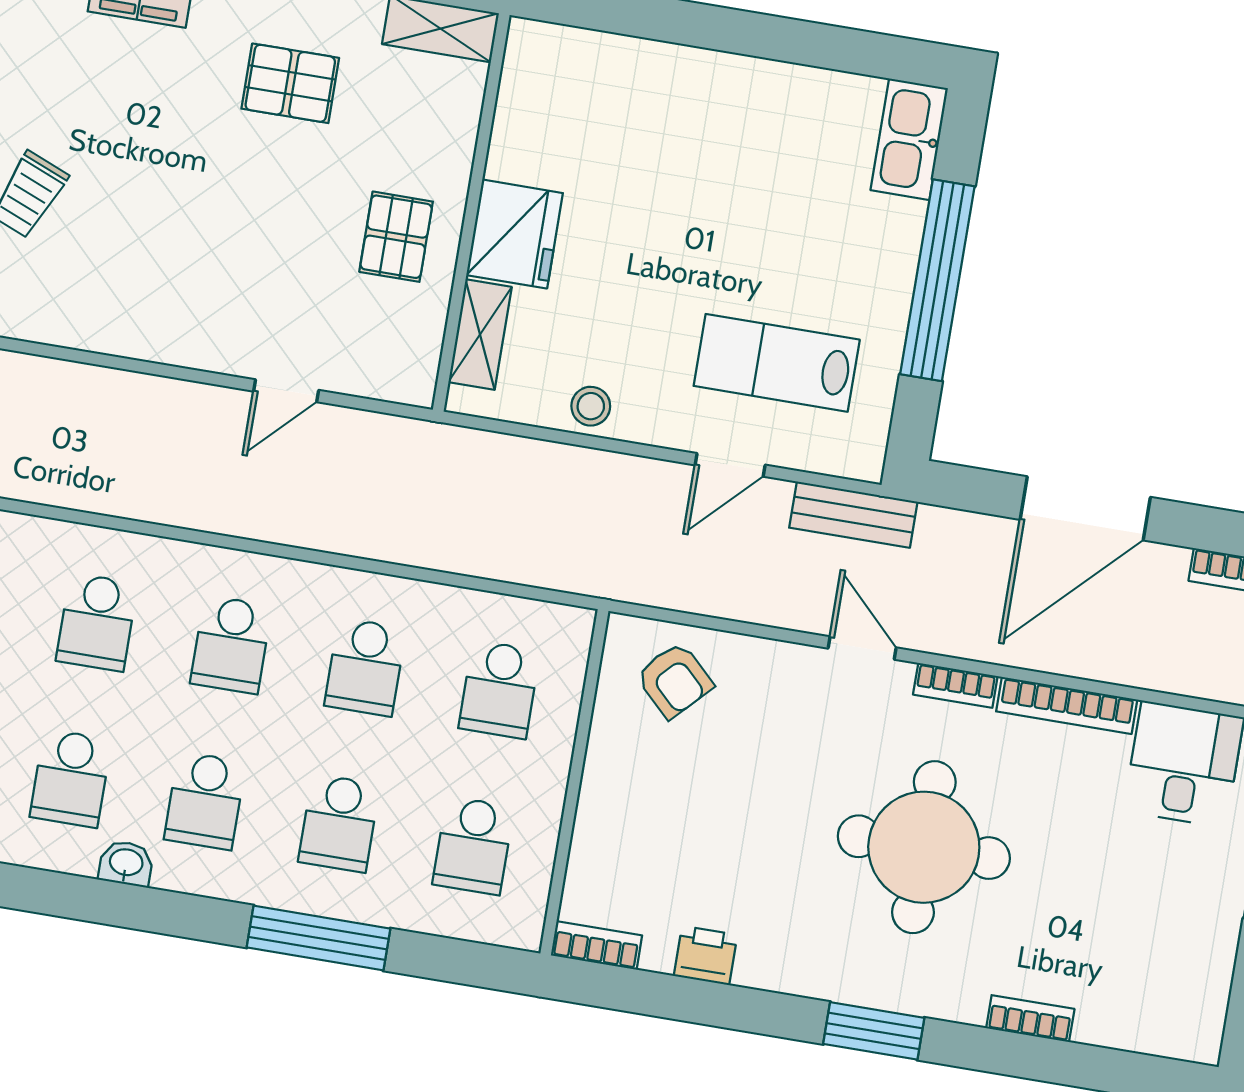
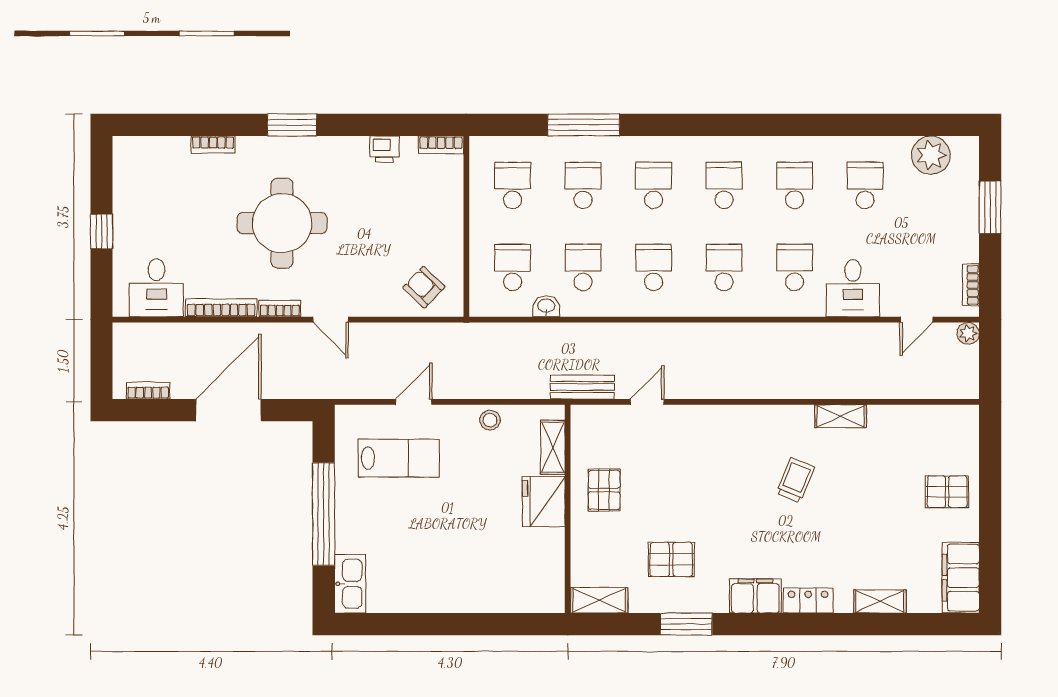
bench: (853, 515) -> (582, 387), moved
washbasin: (126, 863) -> (546, 306), moved, turned 180

